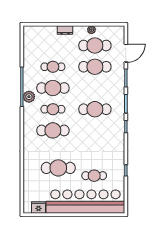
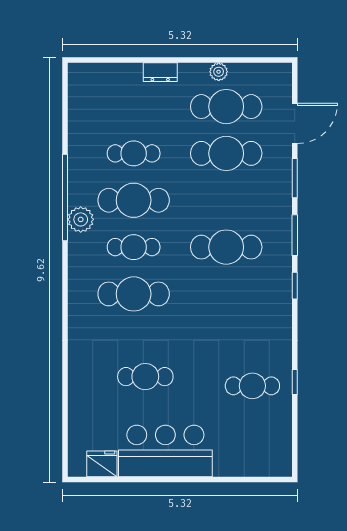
cafe table: (58, 168) -> (145, 377), width x0.73, depth x0.74
cafe table: (94, 176) -> (252, 386), moved
bar counter: (85, 202) -> (165, 451), width x0.54

